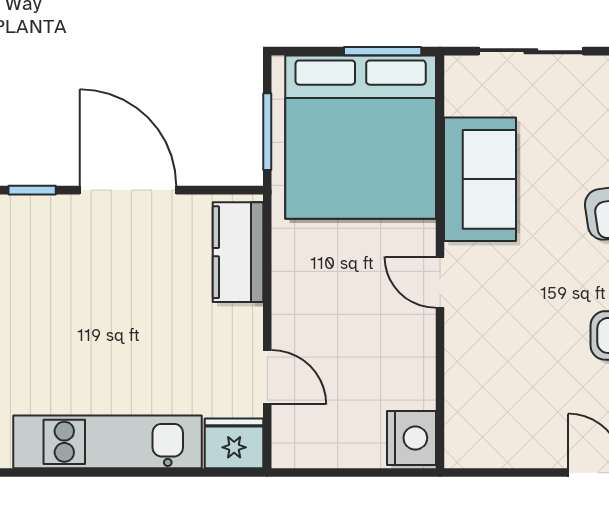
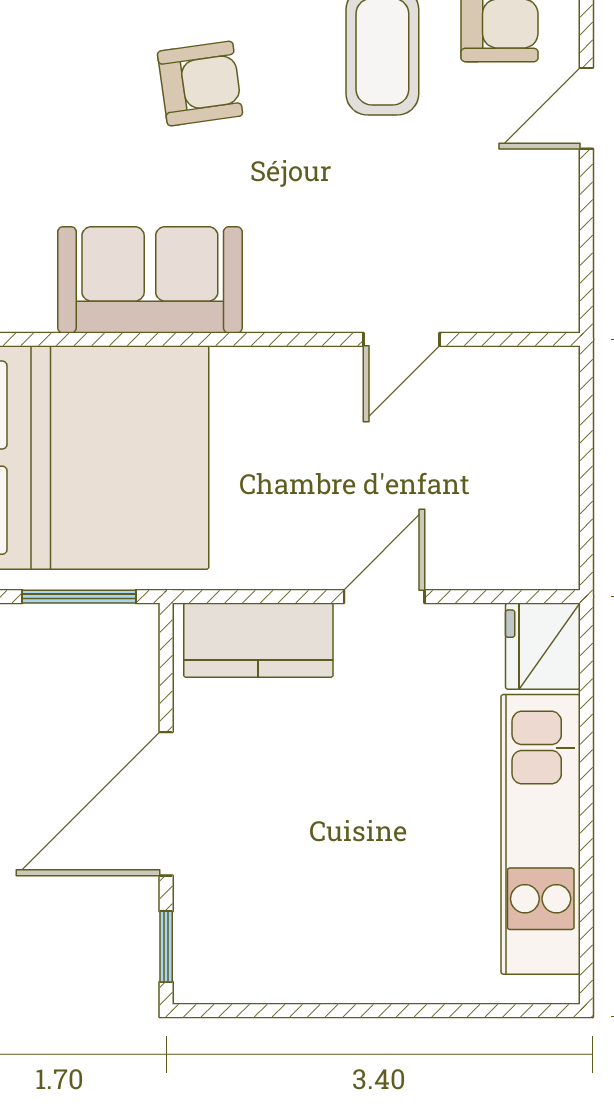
door: (440, 282) -> (401, 339), moved
door: (267, 377) -> (384, 597), moved
nightstand: (411, 438) -> (535, 382), removed

